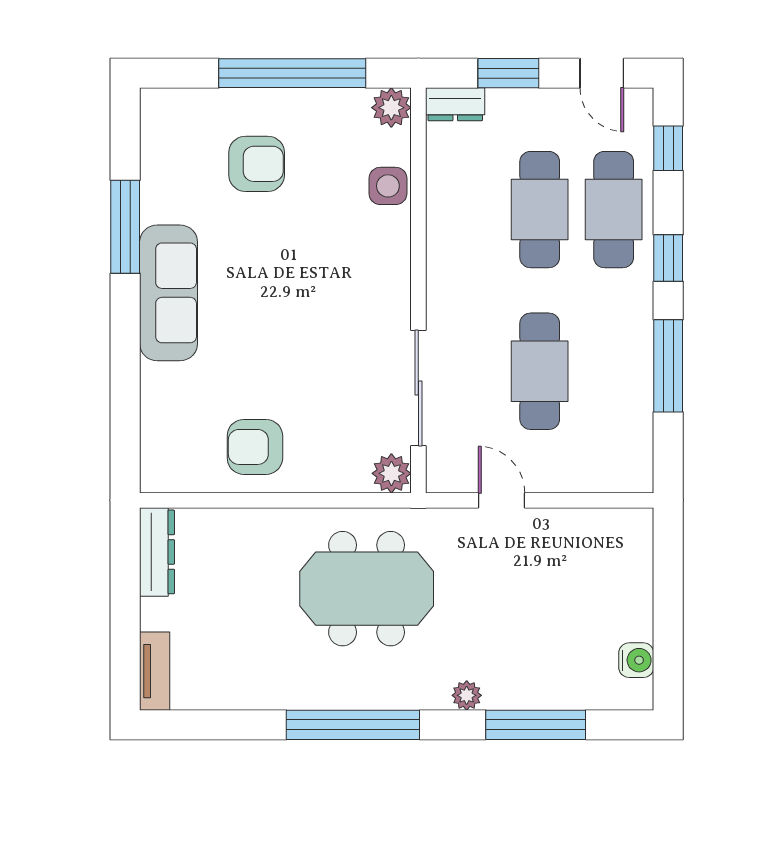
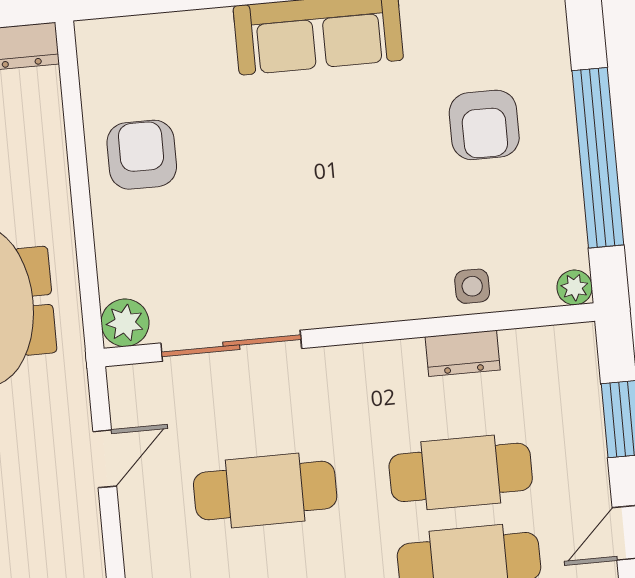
dresser: (455, 104) -> (463, 353), moved, turned -90
plant: (391, 108) -> (575, 287), width x0.73, depth x0.73
side table: (388, 186) -> (472, 286), width x0.73, depth x0.73

